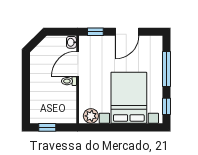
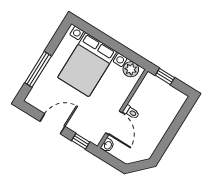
door: (78, 64) -> (114, 123), hinge flipped
window: (166, 106) -> (59, 36), removed
window: (47, 127) -> (165, 76), moved

